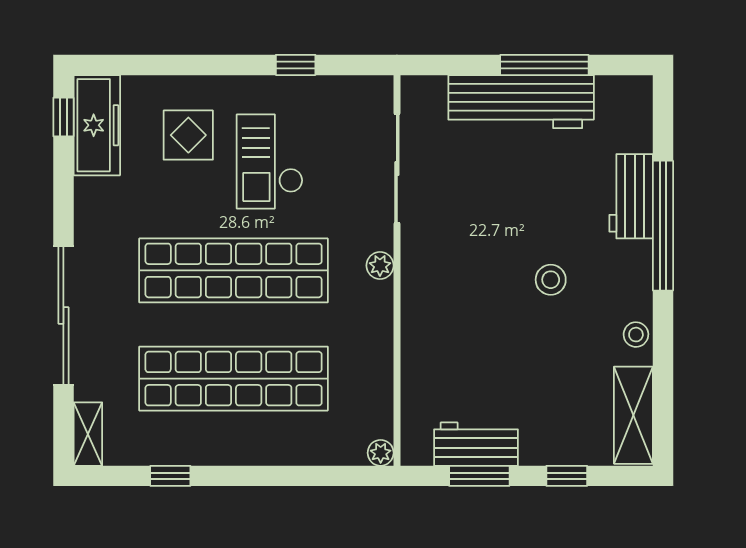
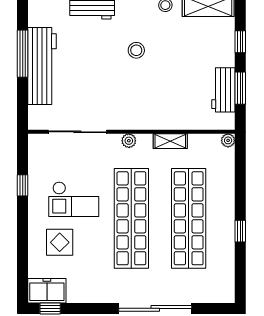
freezer: (97, 125) -> (47, 291), width x0.71
shelving: (88, 434) -> (170, 141), moved
window: (170, 476) -> (240, 231), moved

